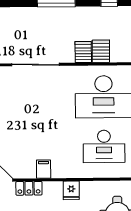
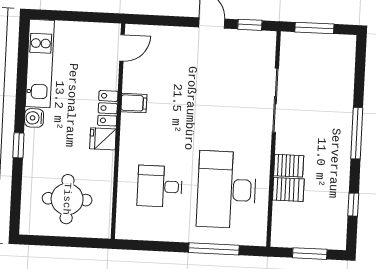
desk: (104, 146) -> (160, 186), width x0.73
locker: (29, 188) -> (108, 108), moved

